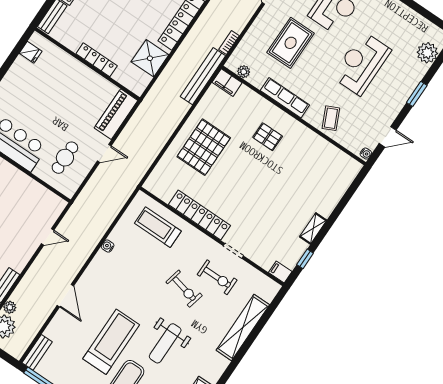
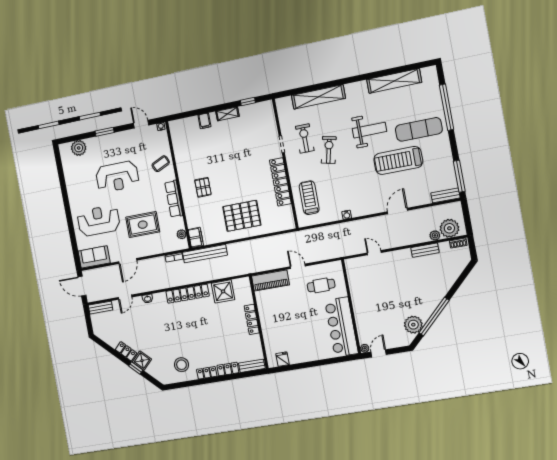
treadmill: (158, 227) -> (309, 198), turned 180
filing cabinet: (280, 272) -> (204, 121), moved

